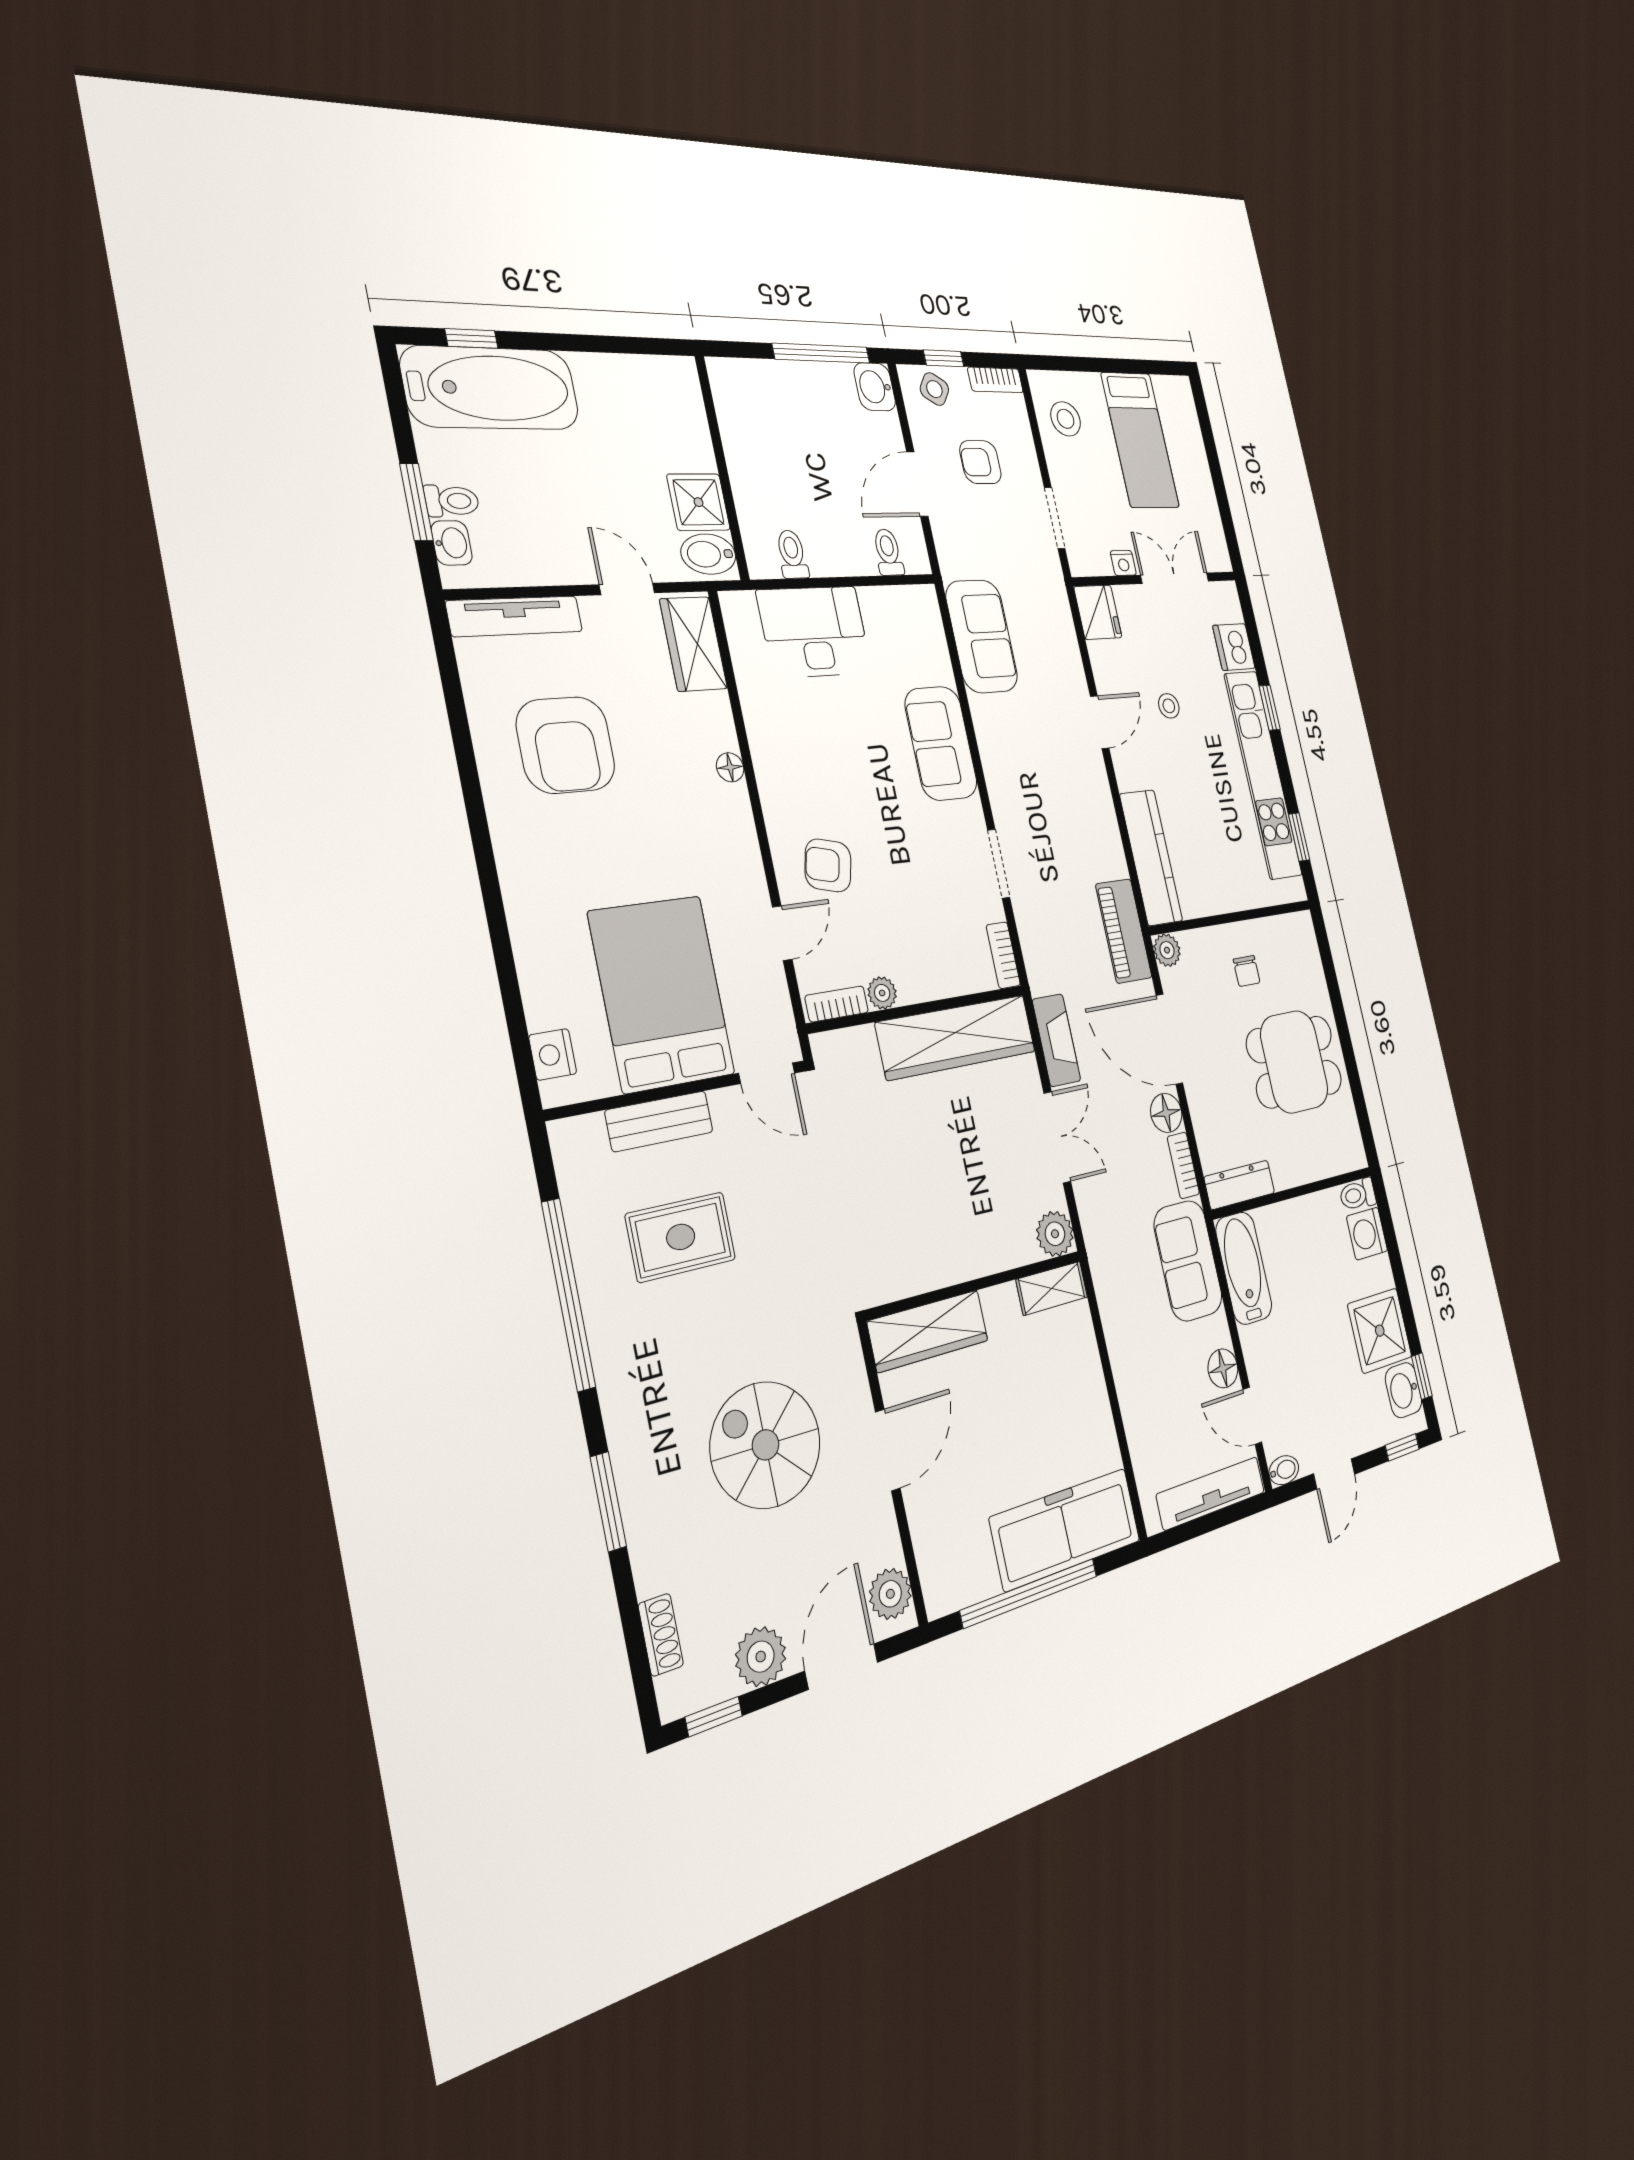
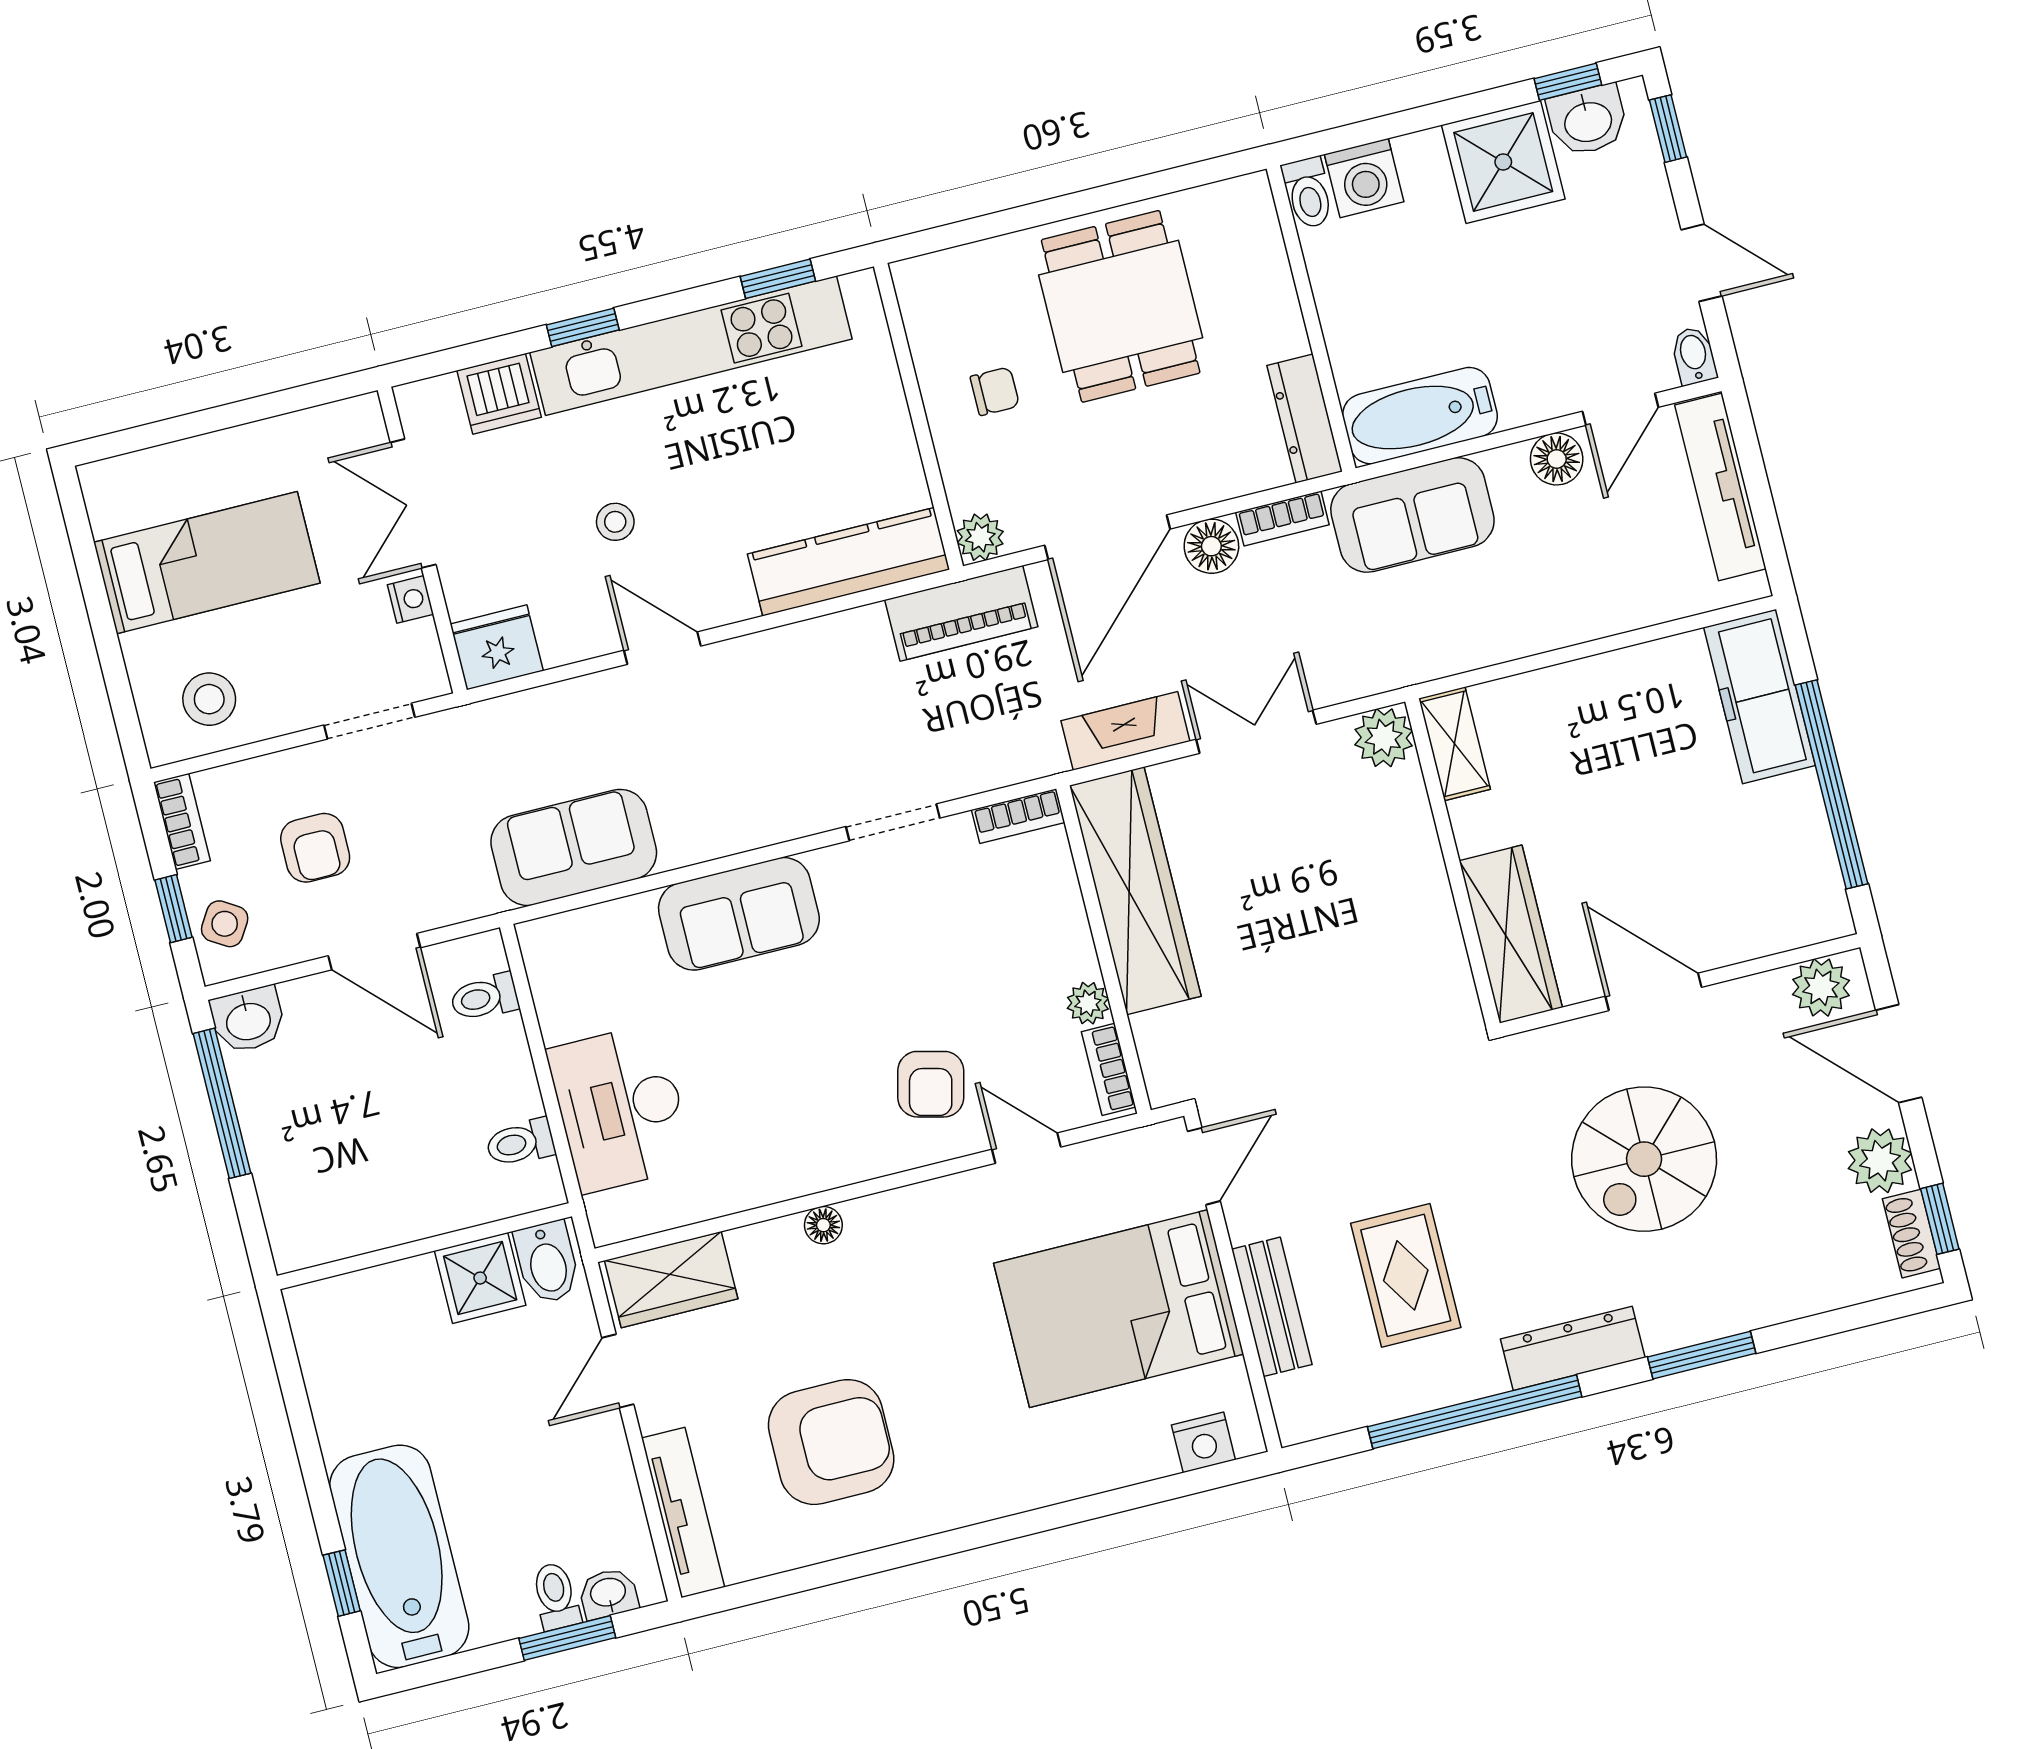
dresser: (618, 1383) -> (1573, 1348), added
freezer: (1066, 1529) -> (1759, 696), width x0.73, depth x0.79
shoe rack: (661, 1635) -> (1911, 1234), moved, turned -90

